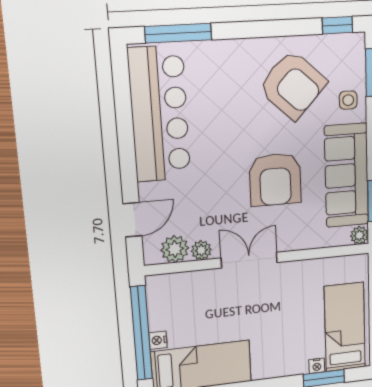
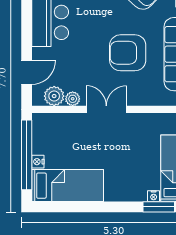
armchair: (275, 179) -> (128, 53), turned 90

